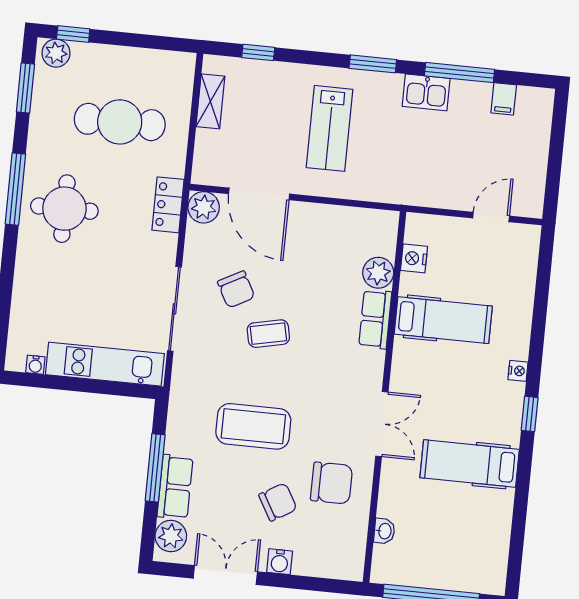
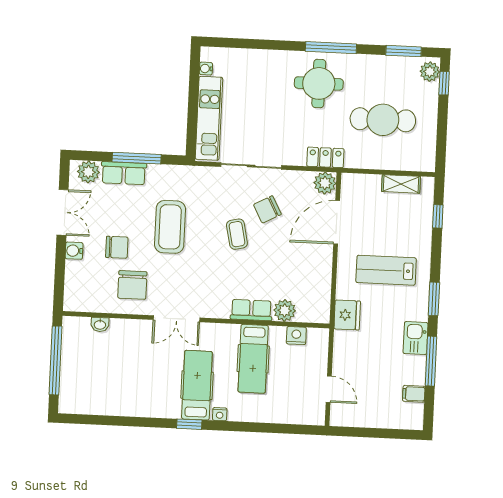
cafe table: (120, 122) -> (383, 120), turned 90
fridge: (389, 186) -> (347, 315), added
hospital bed: (470, 464) -> (197, 385), moved
chair: (278, 502) -> (117, 247), turned -60

